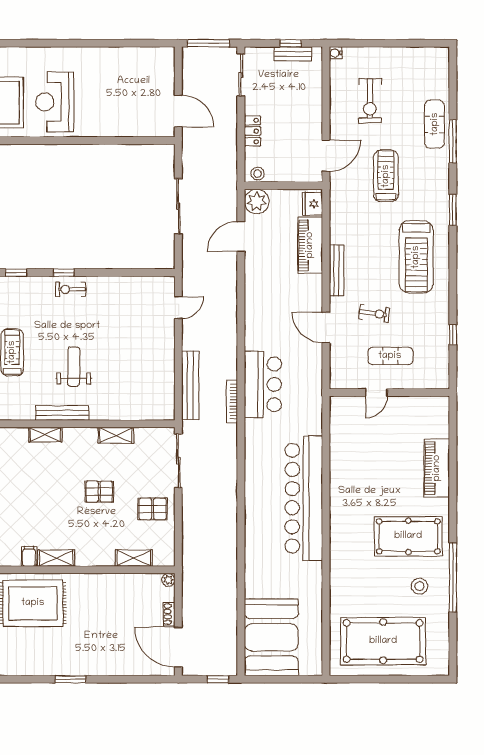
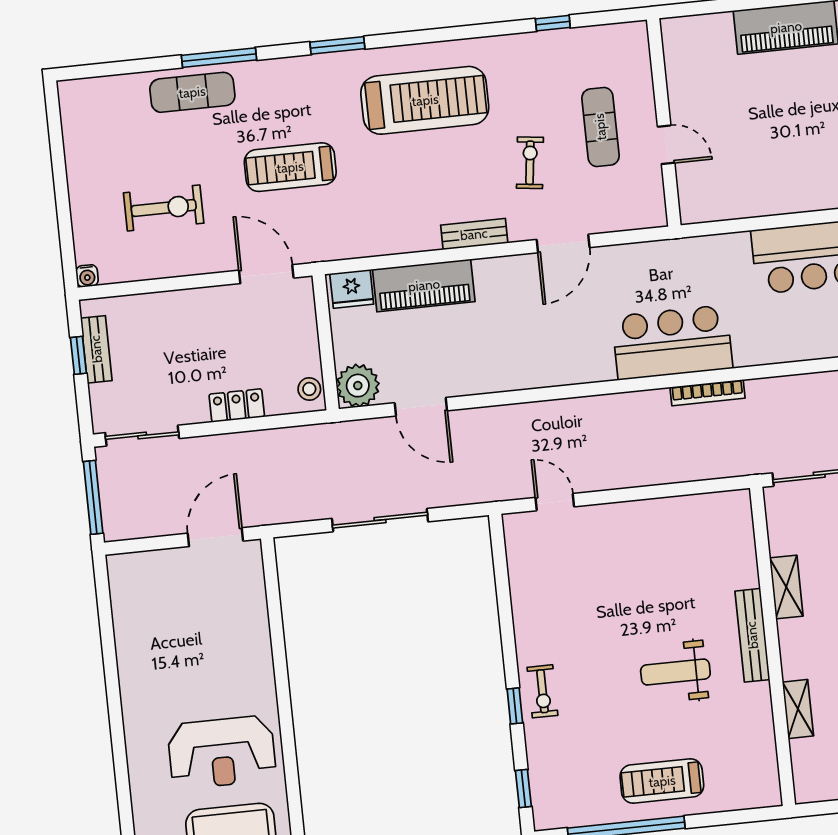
bench: (337, 270) -> (474, 234), width x0.73
bench: (190, 385) -> (687, 467), removed
bench: (62, 413) -> (752, 635), moved

